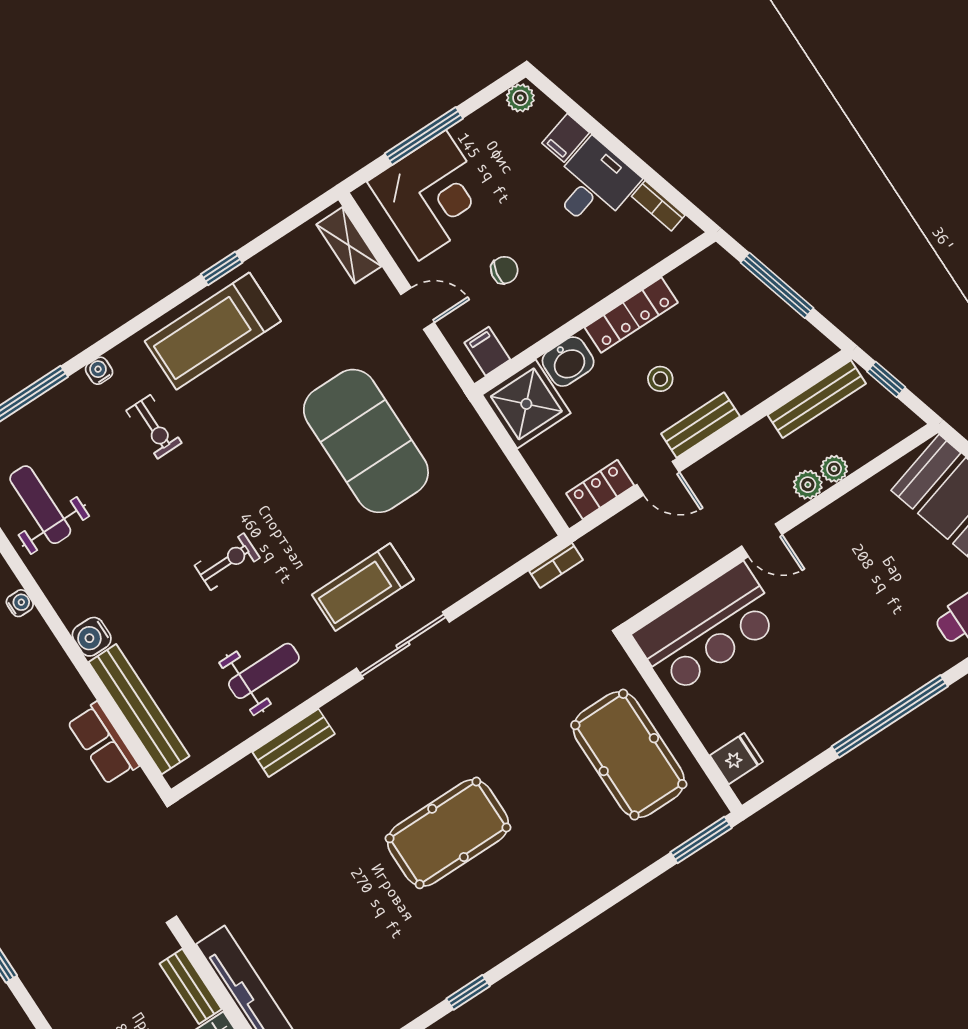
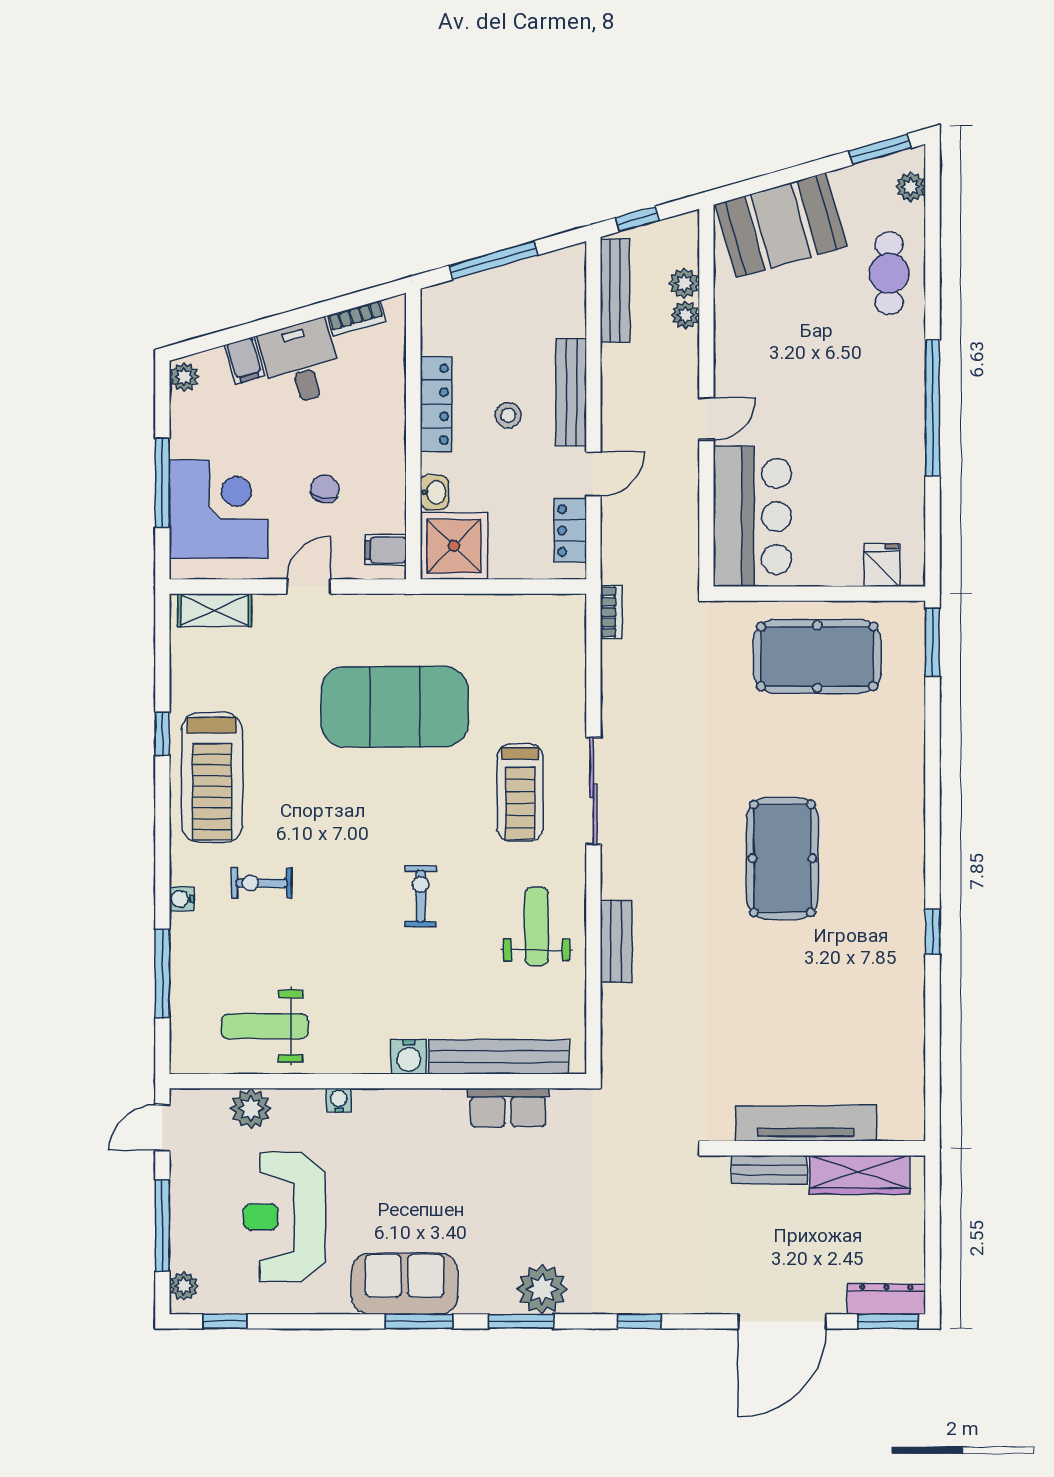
washbasin: (568, 362) -> (434, 492), width x0.72, depth x0.69
bench: (700, 425) -> (571, 392), width x1.36
exercise bike: (154, 427) -> (262, 883), turned 180
plant: (808, 485) -> (684, 283), moved

